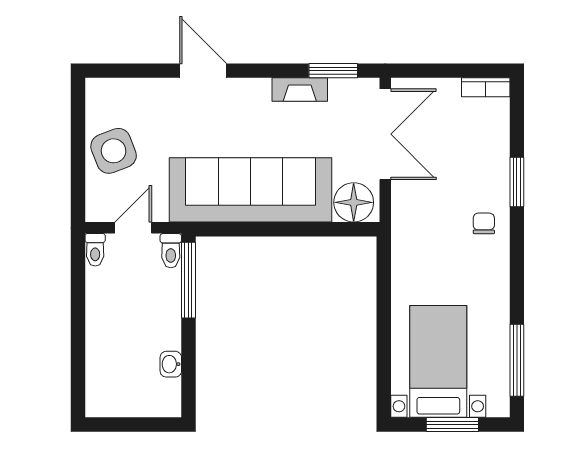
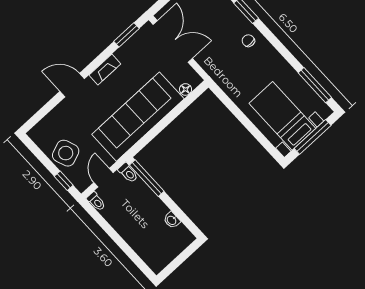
fireplace: (300, 90) -> (105, 70), moved
window: (78, 184) -> (64, 181), added
floor lamp: (354, 202) -> (186, 89), width x0.53, depth x0.53
window: (452, 425) -> (313, 137), width x1.44

